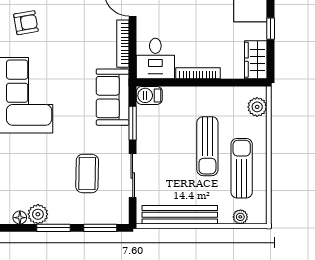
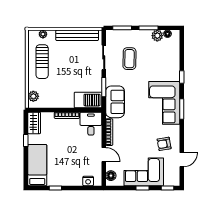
barbecue: (149, 95) -> (88, 100), width x1.88, depth x1.53
sun lounger: (207, 146) -> (62, 74), removed

